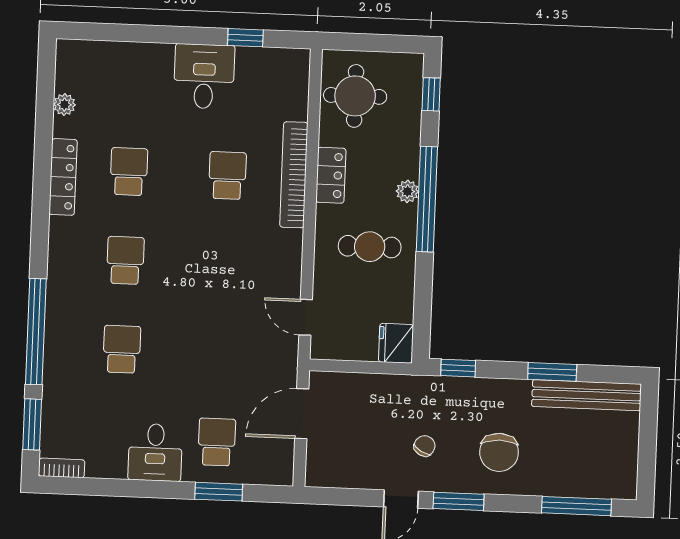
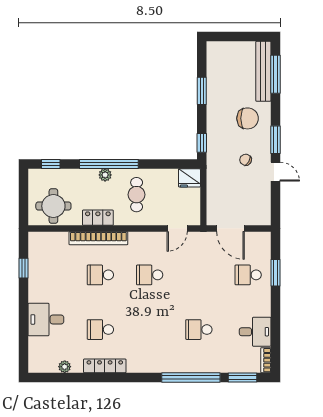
desk: (204, 76) -> (46, 319), moved
school desk: (125, 260) -> (150, 275), moved
bench: (587, 395) -> (263, 71), moved
desk: (155, 452) -> (255, 332), moved

